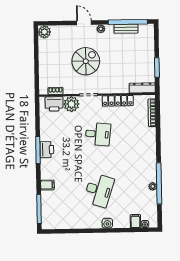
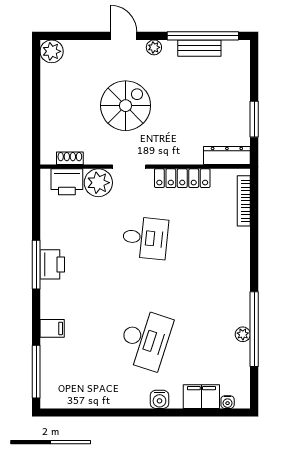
filing cabinet: (135, 221) -> (201, 397), width x2.00

